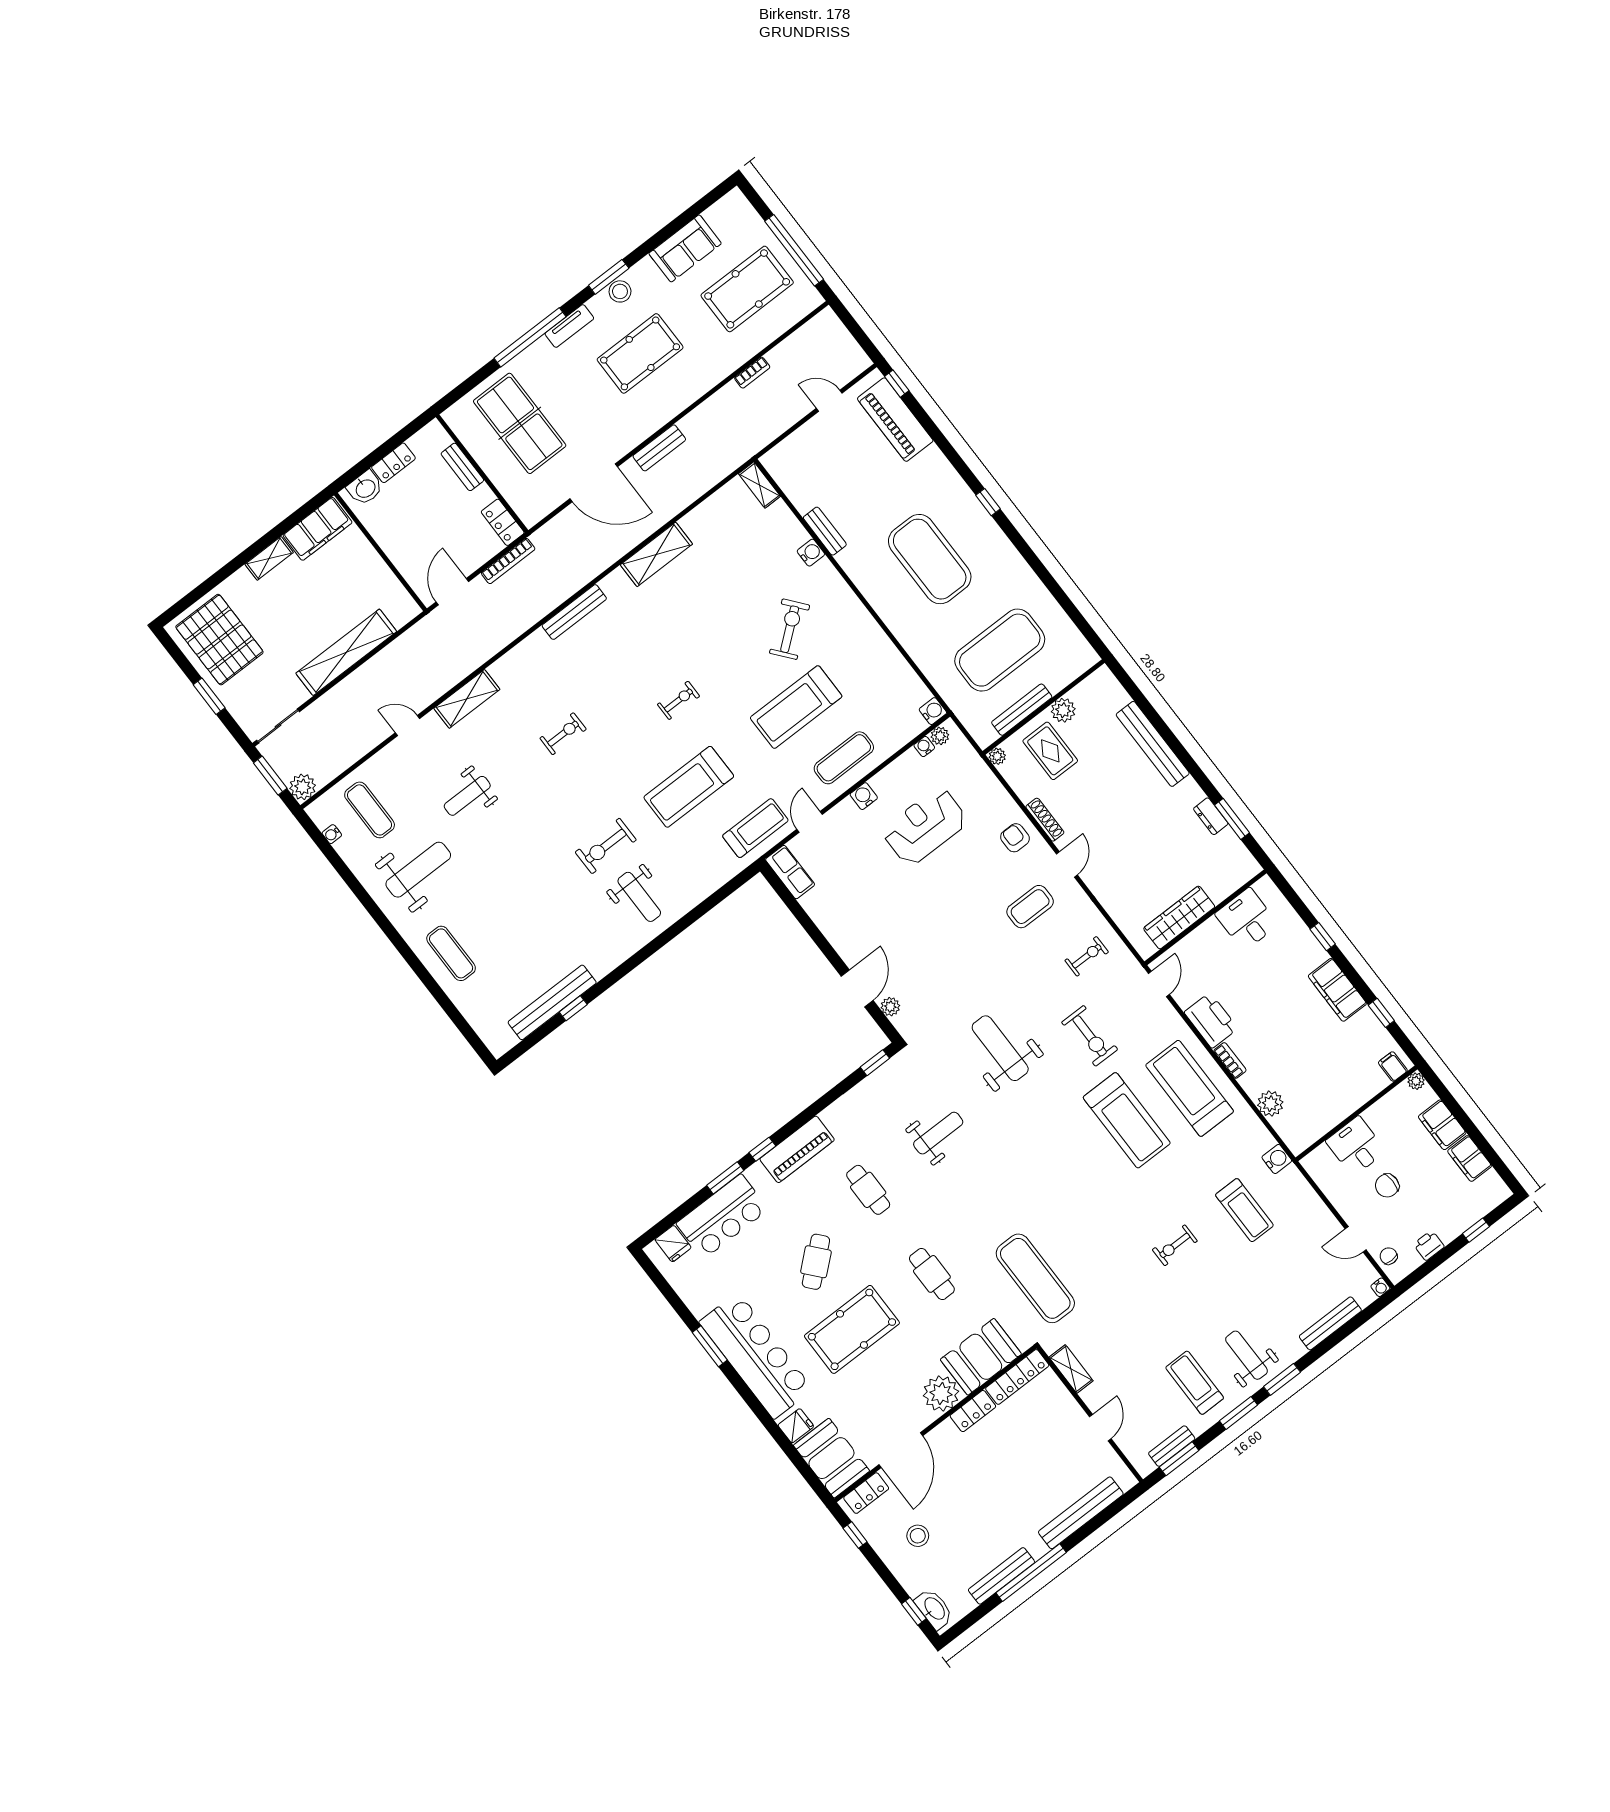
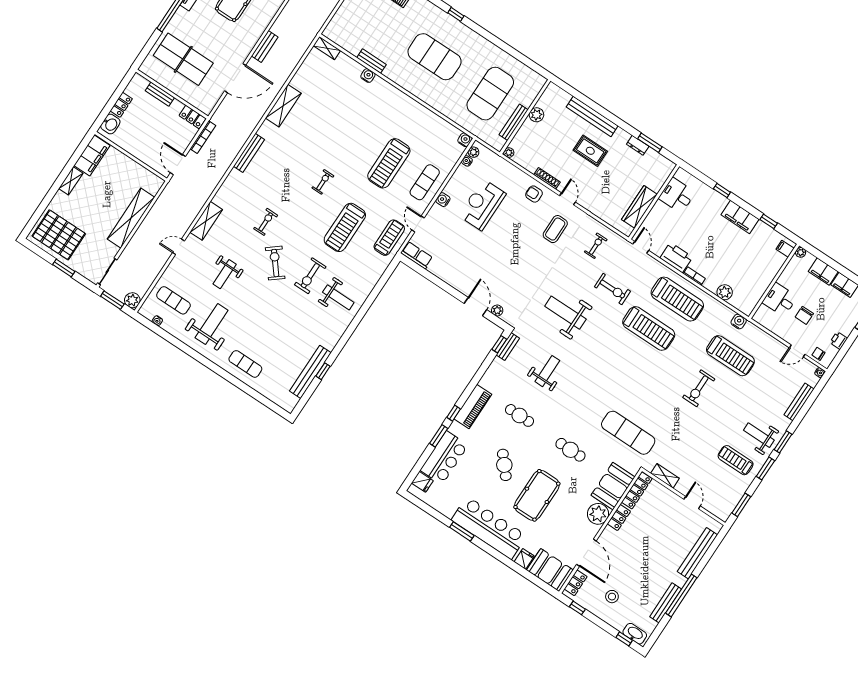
exercise bike: (790, 629) -> (275, 263), moved
rug: (1050, 751) -> (590, 151), moved
treadmill: (1190, 1088) -> (677, 299), turned 180
treadmill: (1244, 1210) -> (730, 356), width x1.37, depth x1.38
exercise bike: (1175, 1245) -> (699, 388), width x1.38, depth x1.39
bench: (1172, 1446) -> (508, 347), moved

